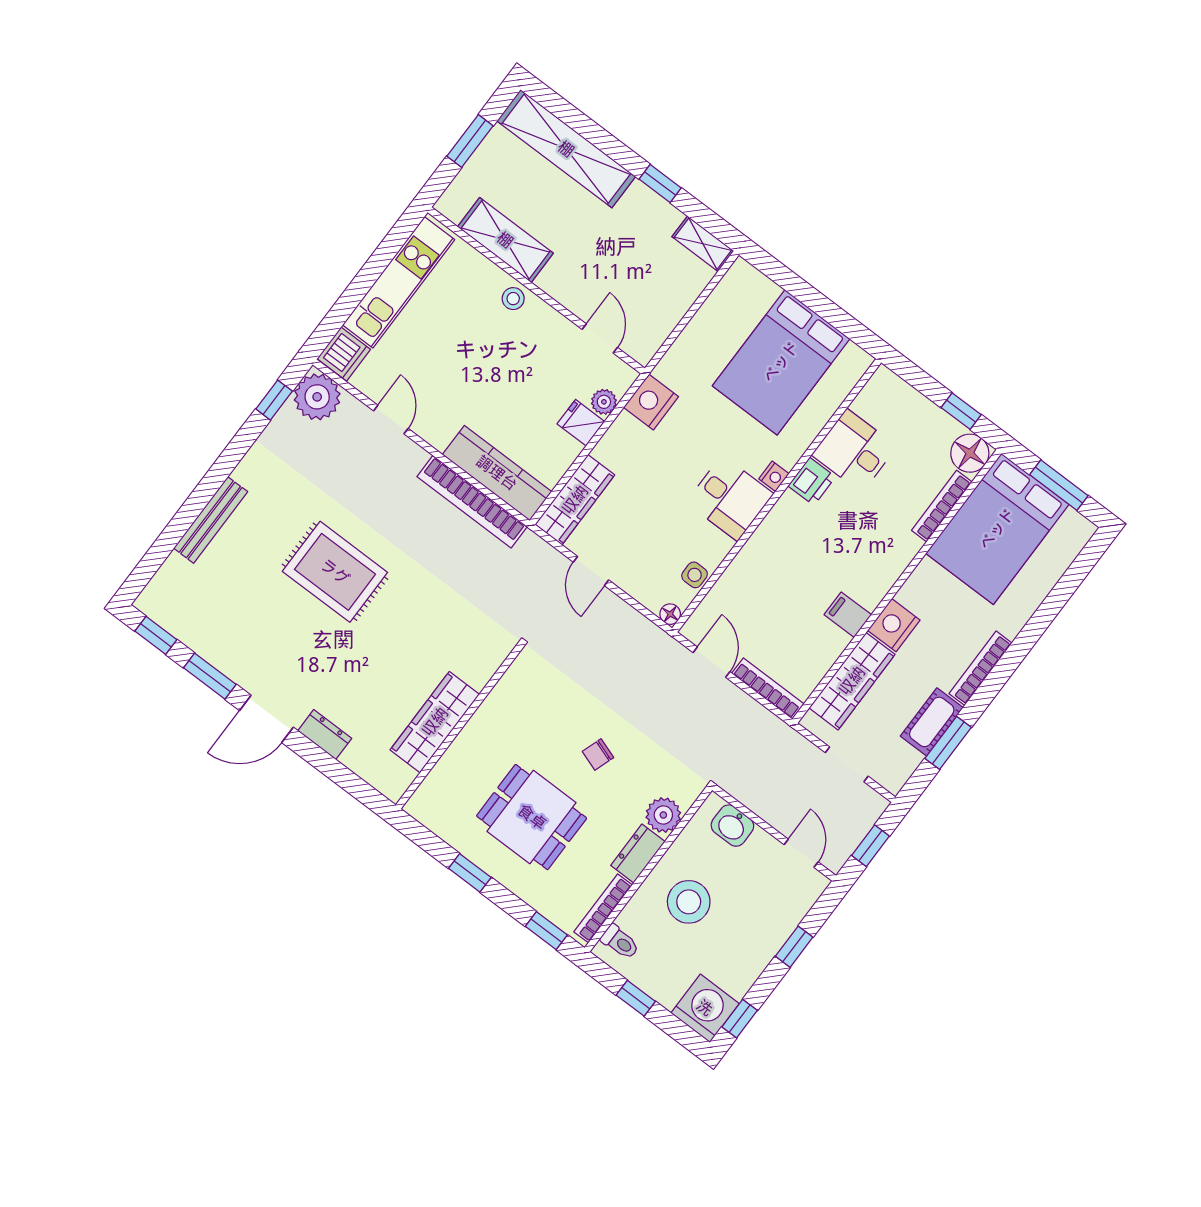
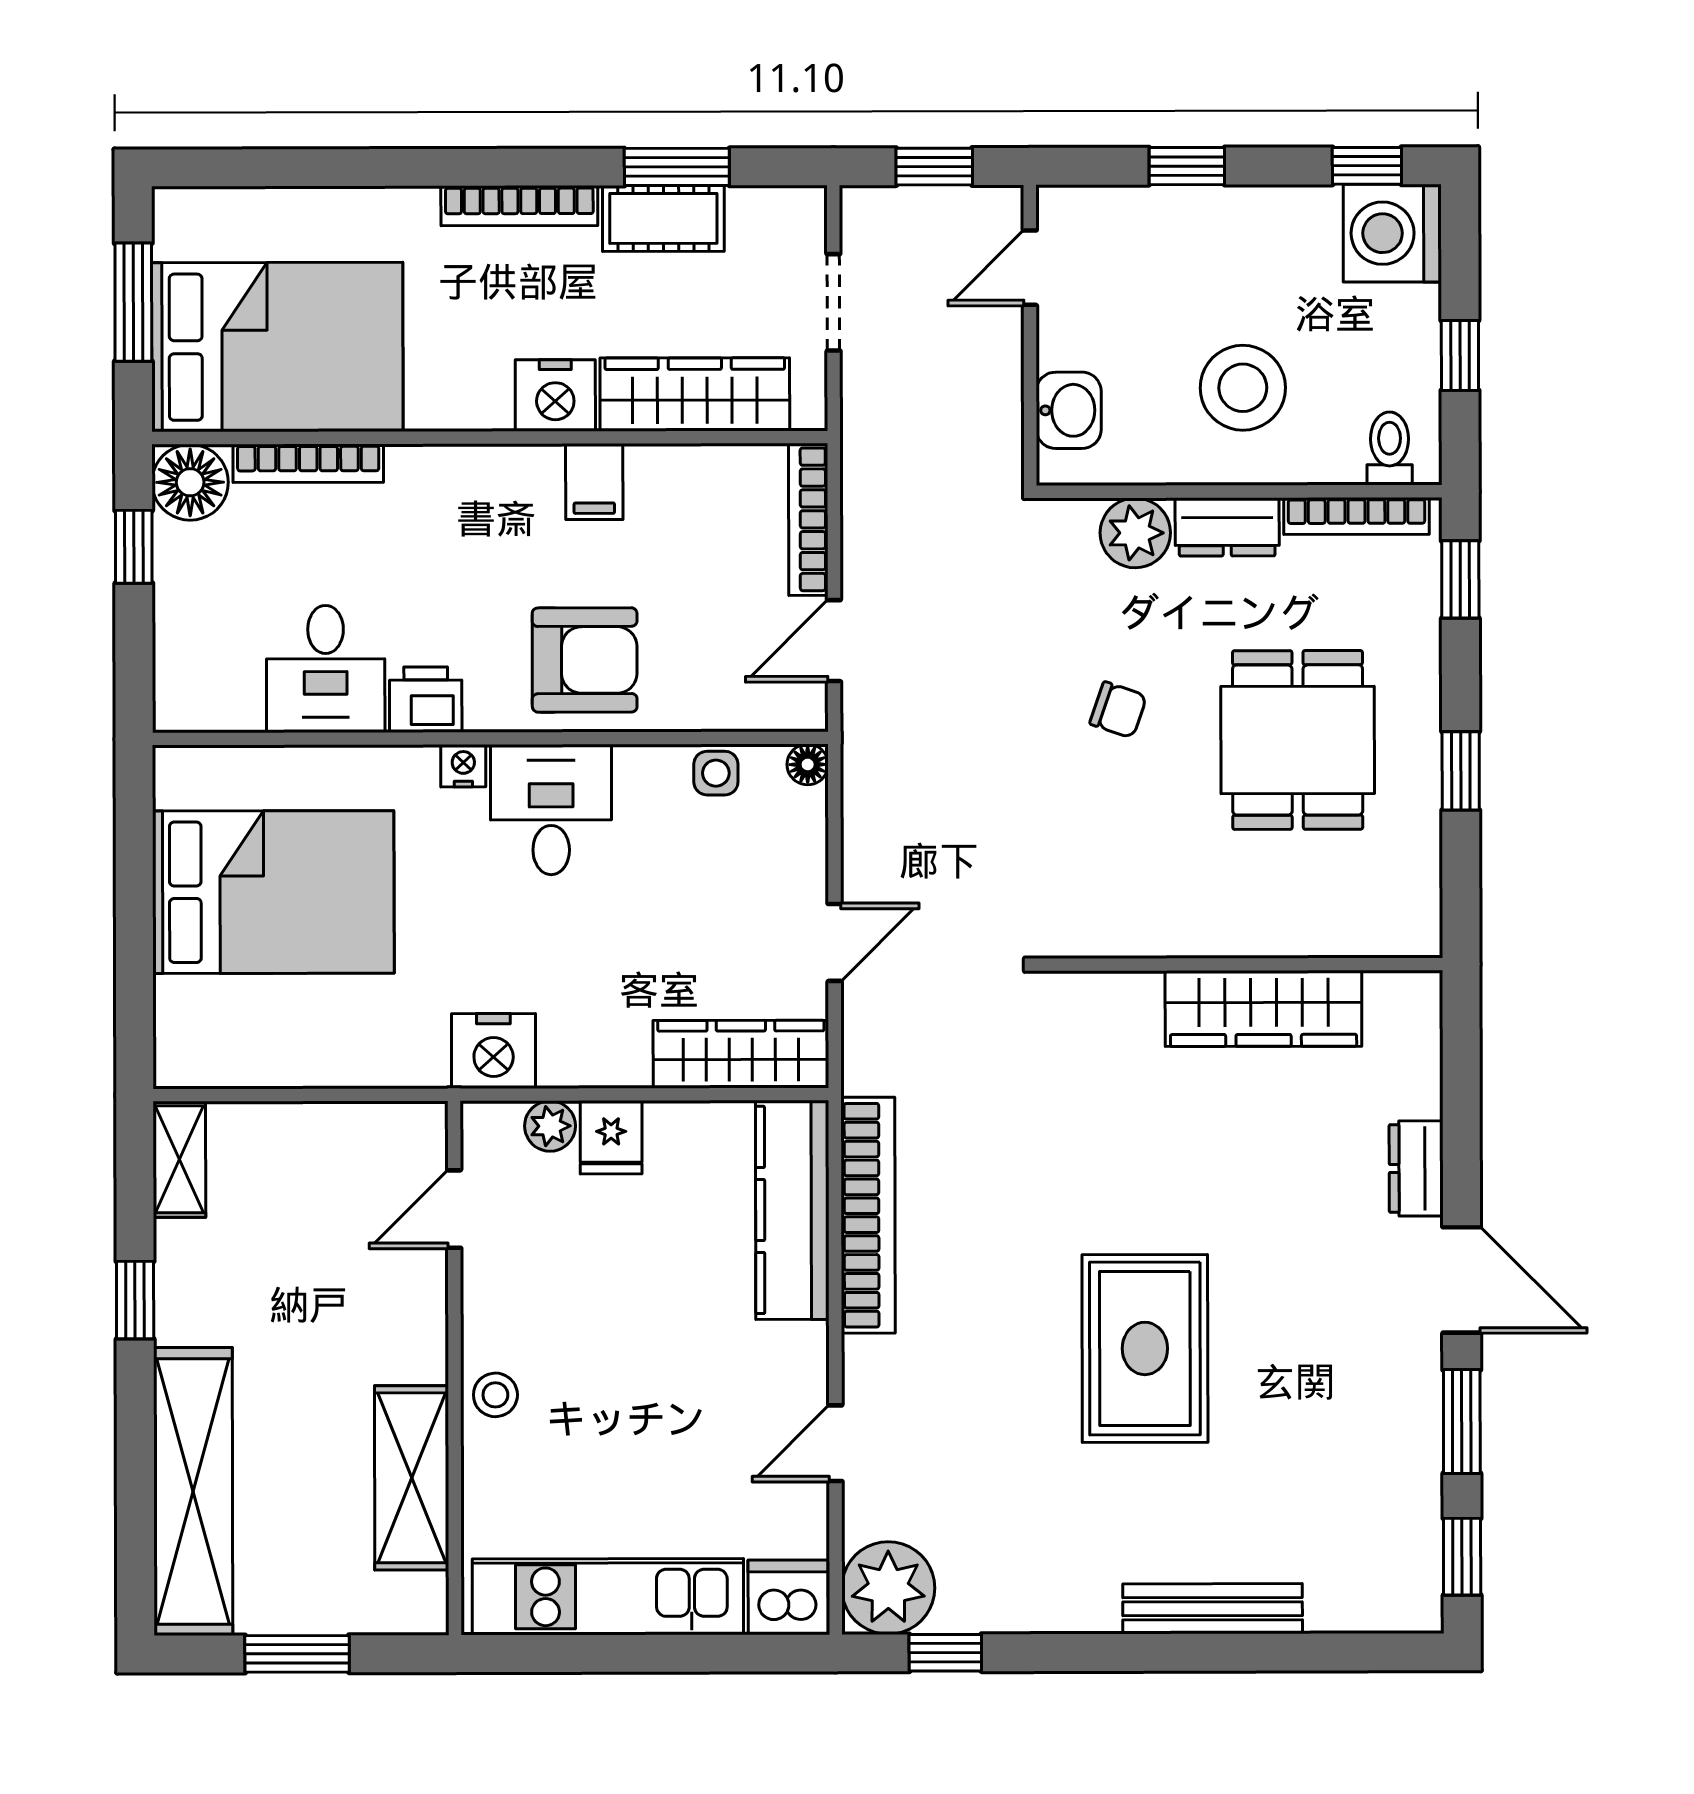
armchair: (779, 557) -> (585, 660), added

